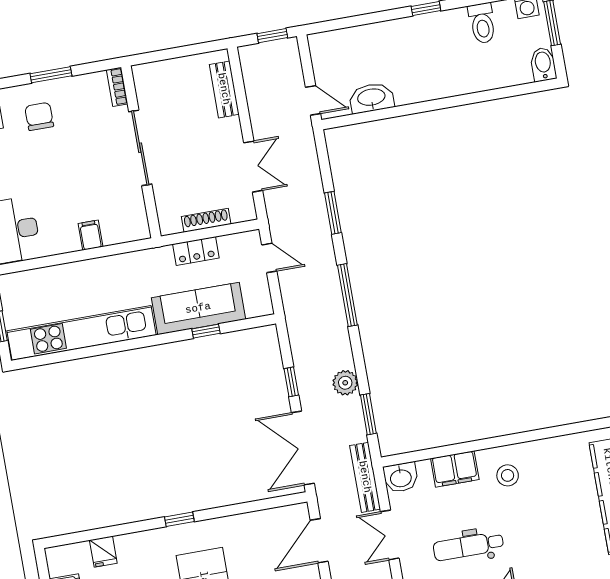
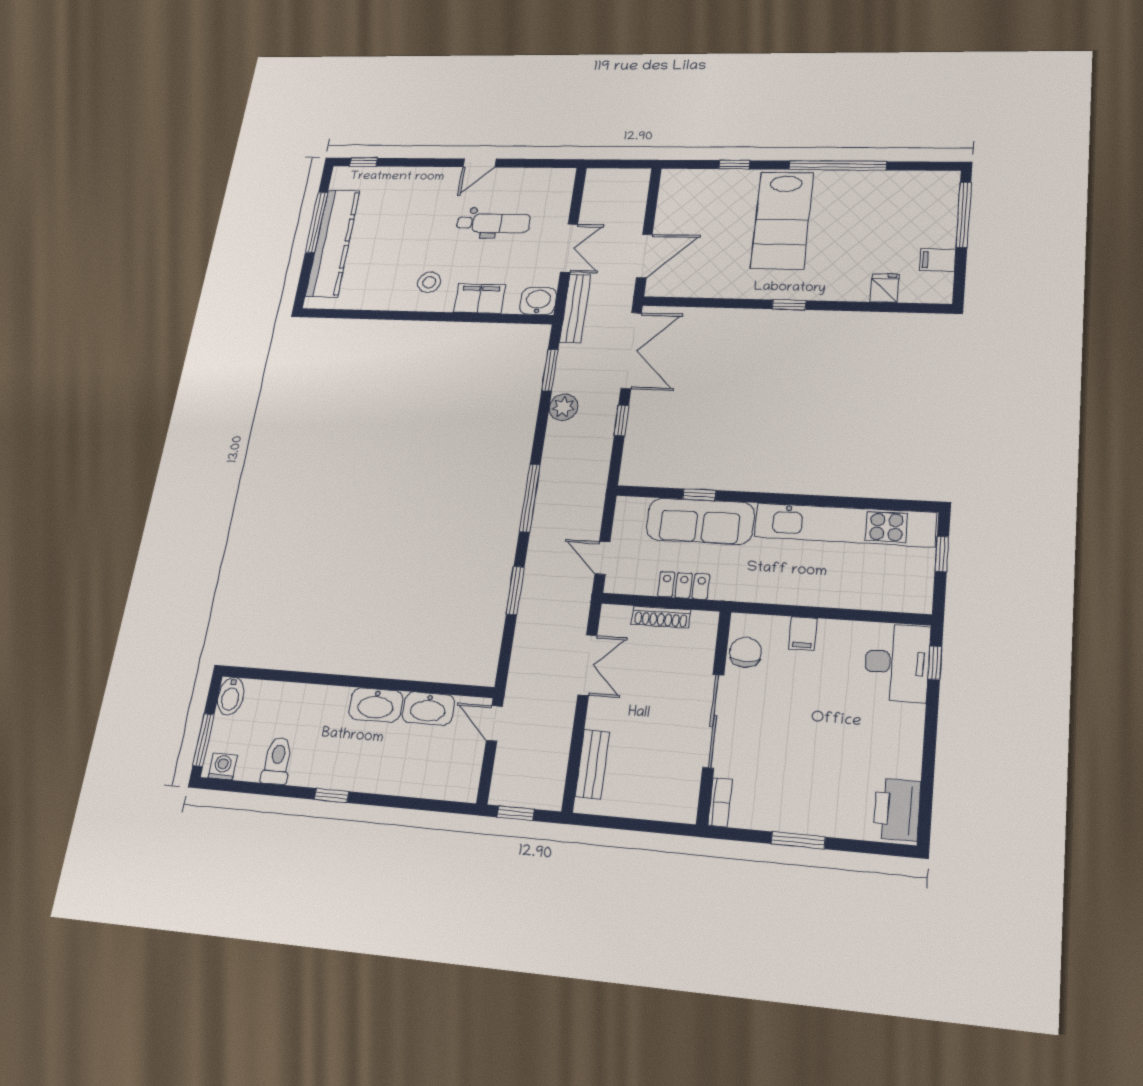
washbasin: (416, 89) -> (376, 705), added
chair: (39, 116) -> (745, 652), moved, turned 180
double door: (253, 167) -> (588, 665), swing flipped

